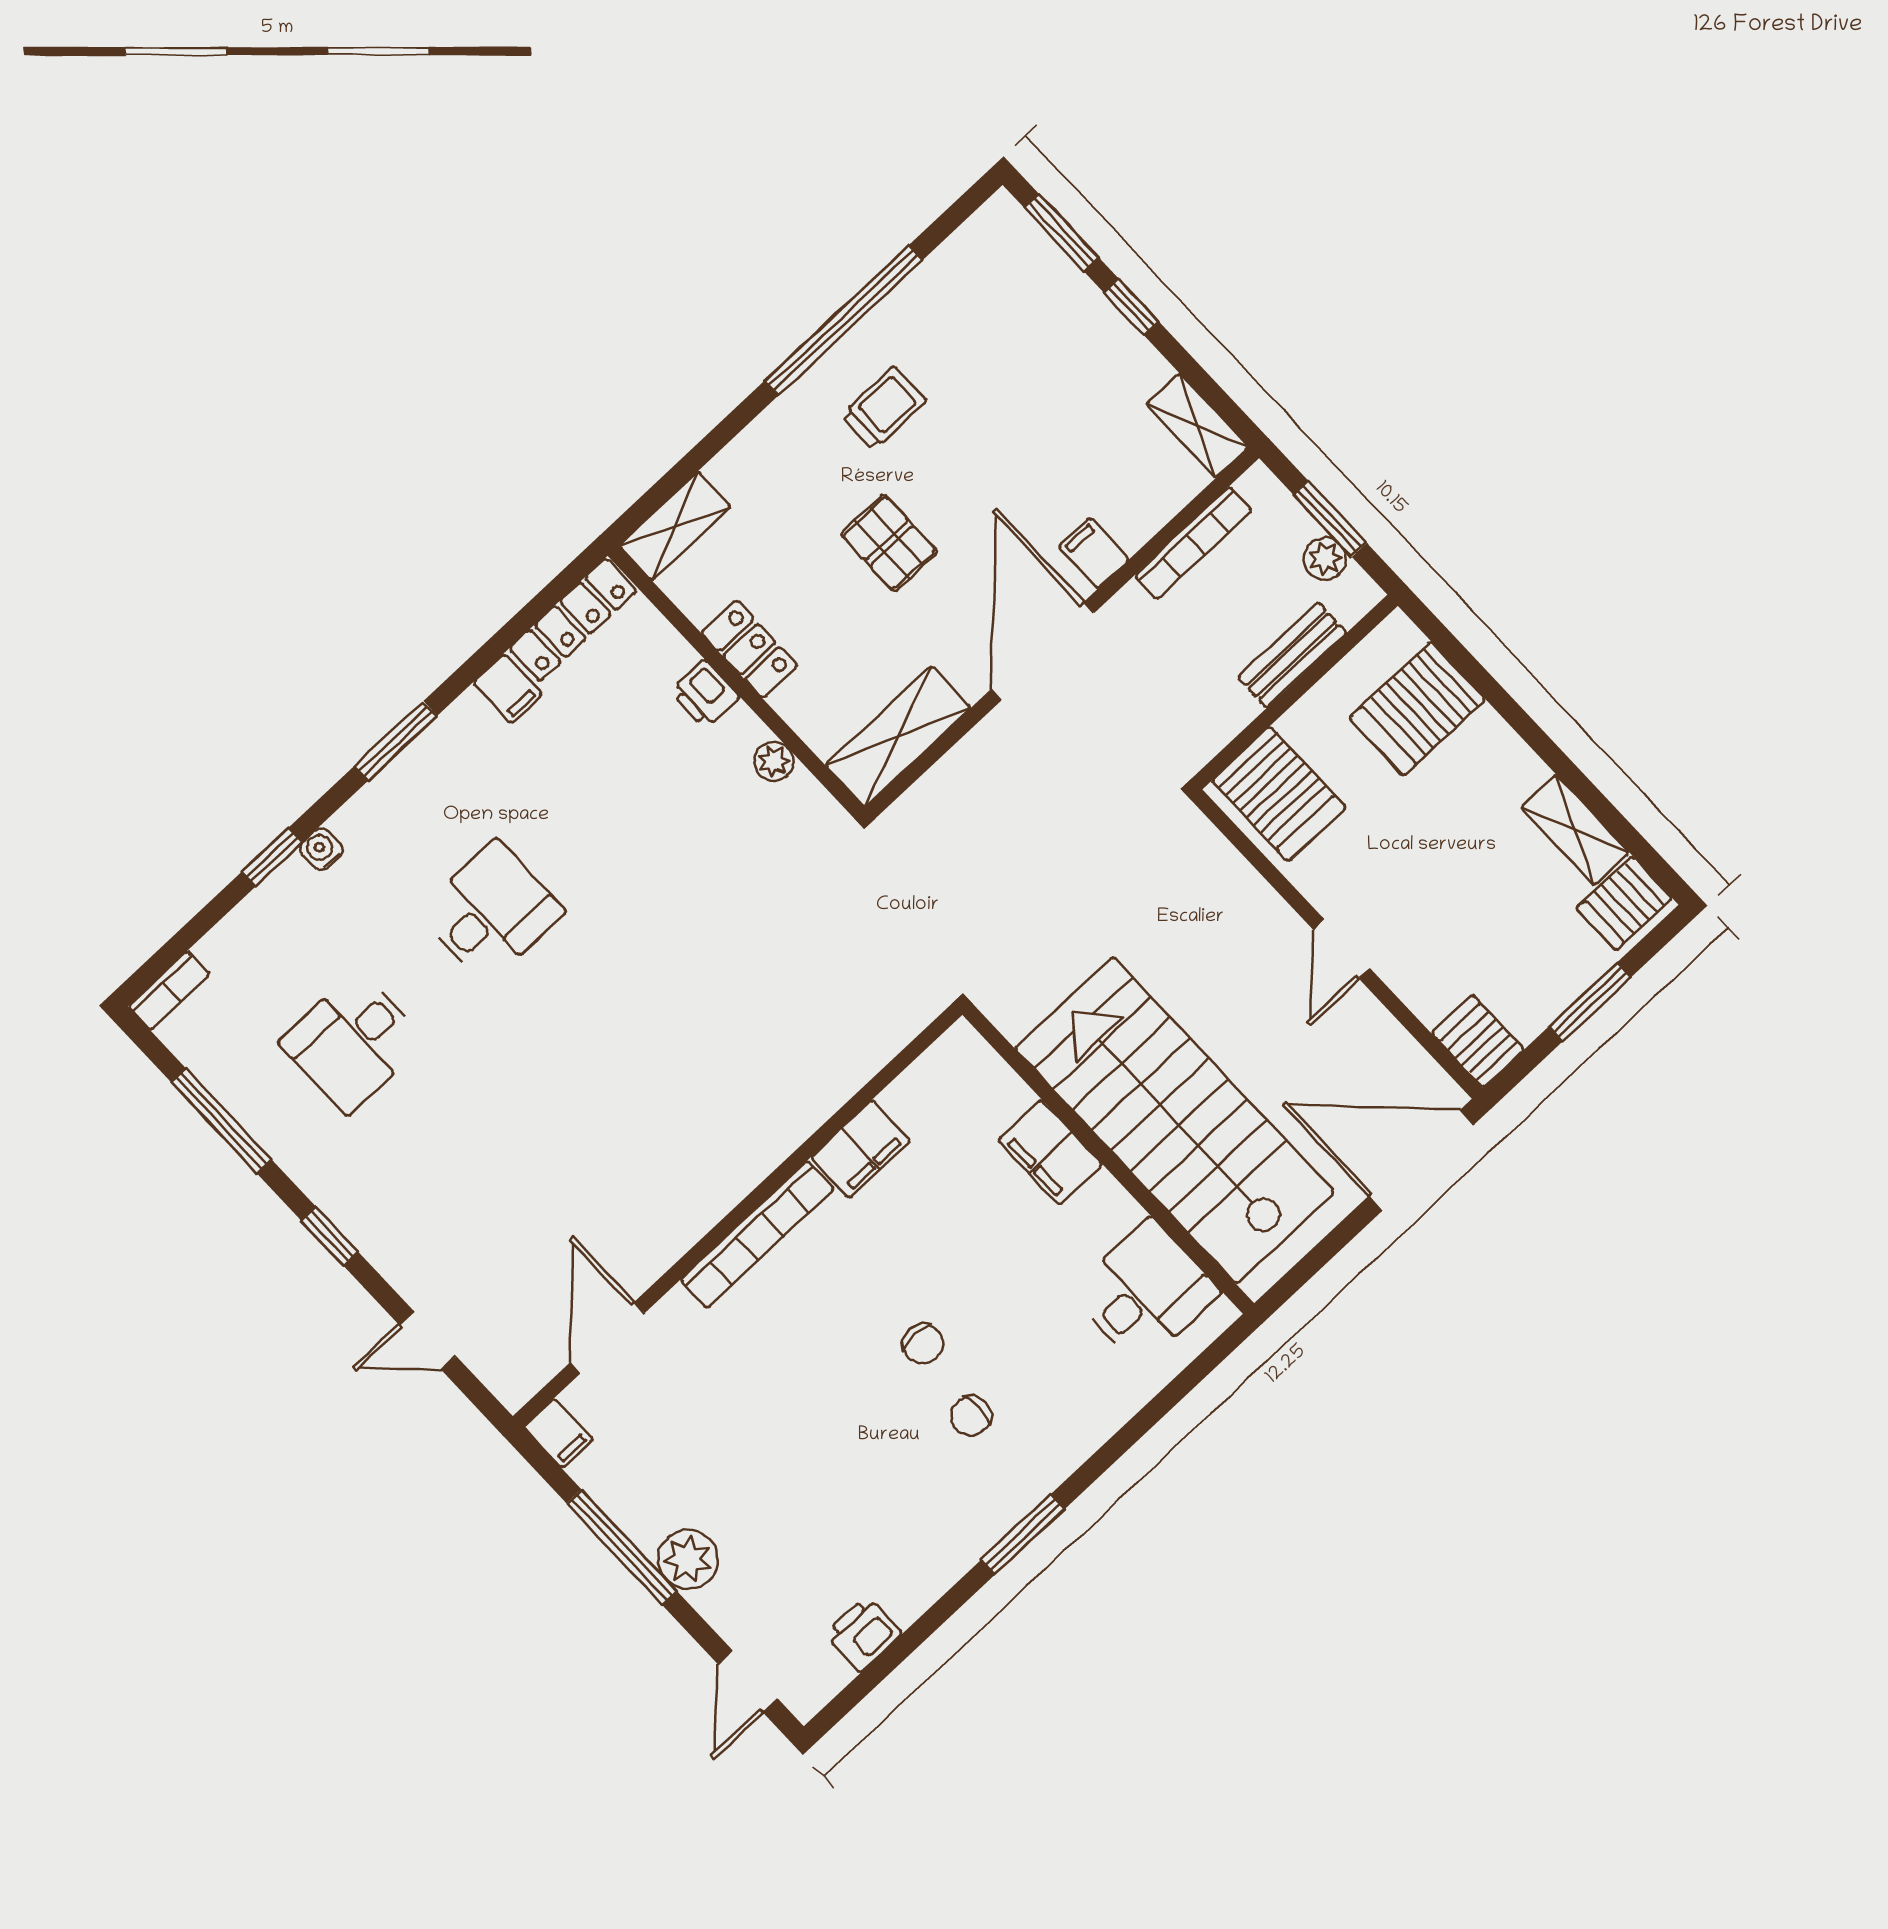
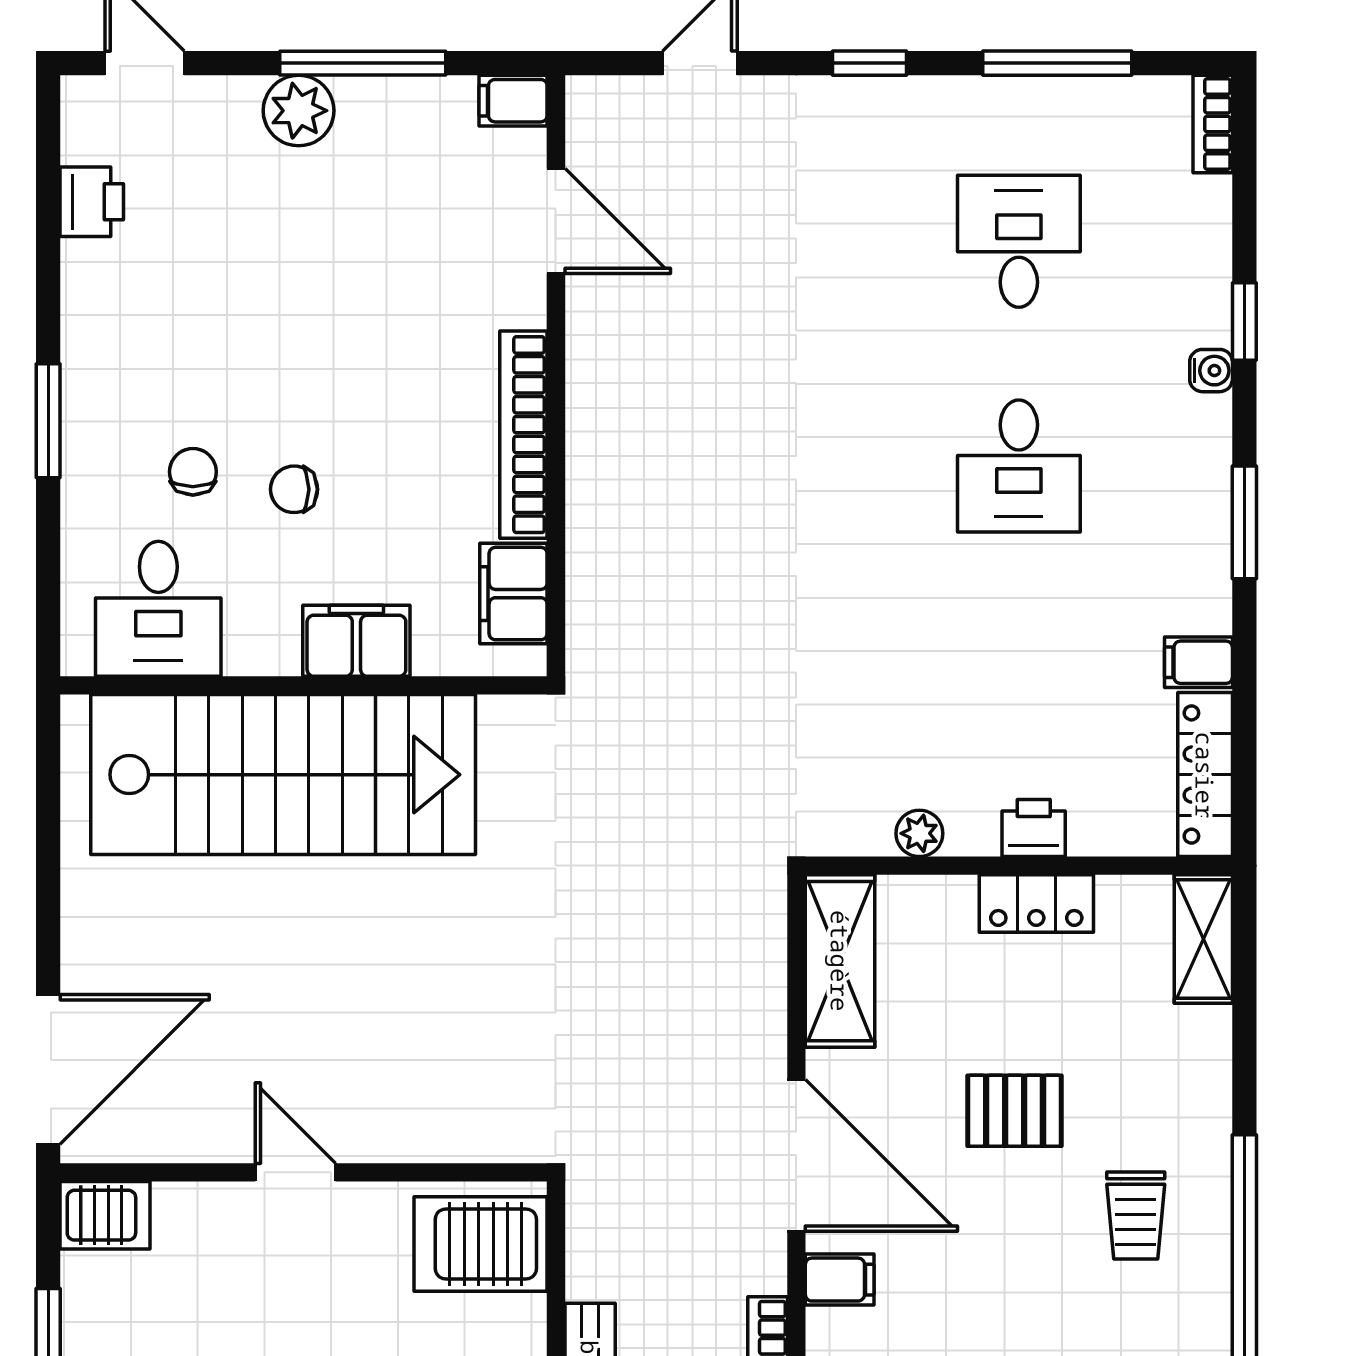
stairs: (1175, 1120) -> (283, 775), moved
filing cabinet: (1050, 1152) -> (356, 641), moved
wall: (1108, 1159) -> (304, 685), moved
desk: (1145, 1292) -> (158, 609), moved

